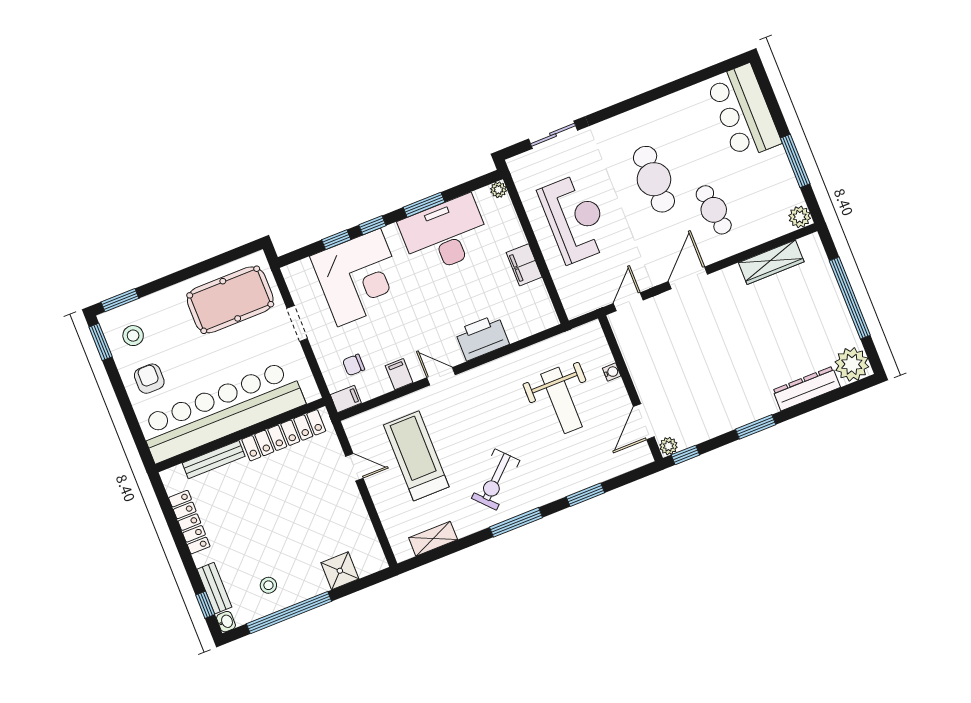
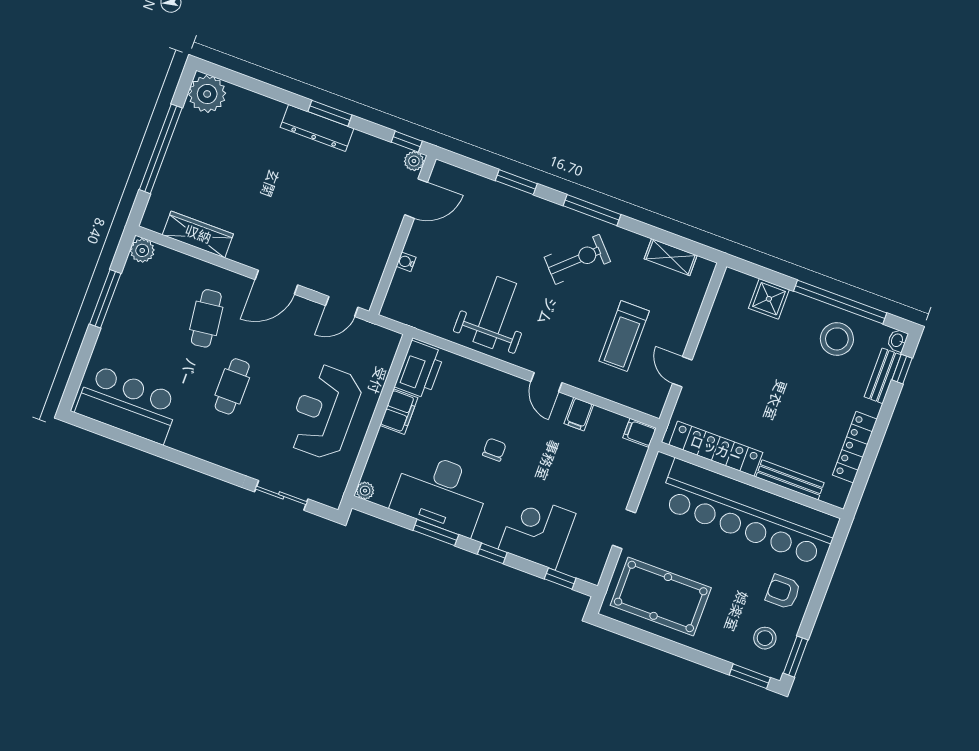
bar counter: (744, 112) -> (128, 404), moved, turned -90
cafe table: (654, 179) -> (232, 386), width x0.73, depth x0.74
window: (336, 240) -> (560, 579), moved
corner desk: (359, 278) -> (537, 531), width x0.74, depth x0.74
printer: (482, 337) -> (420, 370), moved, turned -90
chair: (354, 365) -> (494, 450), moved, turned -90
armchair: (149, 379) -> (783, 592), turned 90
dresser: (807, 389) -> (317, 128), moved
weight bench: (562, 400) -> (495, 312), moved
treadmill: (416, 456) -> (624, 336), width x0.73, depth x0.73
stool: (268, 585) -> (837, 339), width x1.89, depth x1.89

